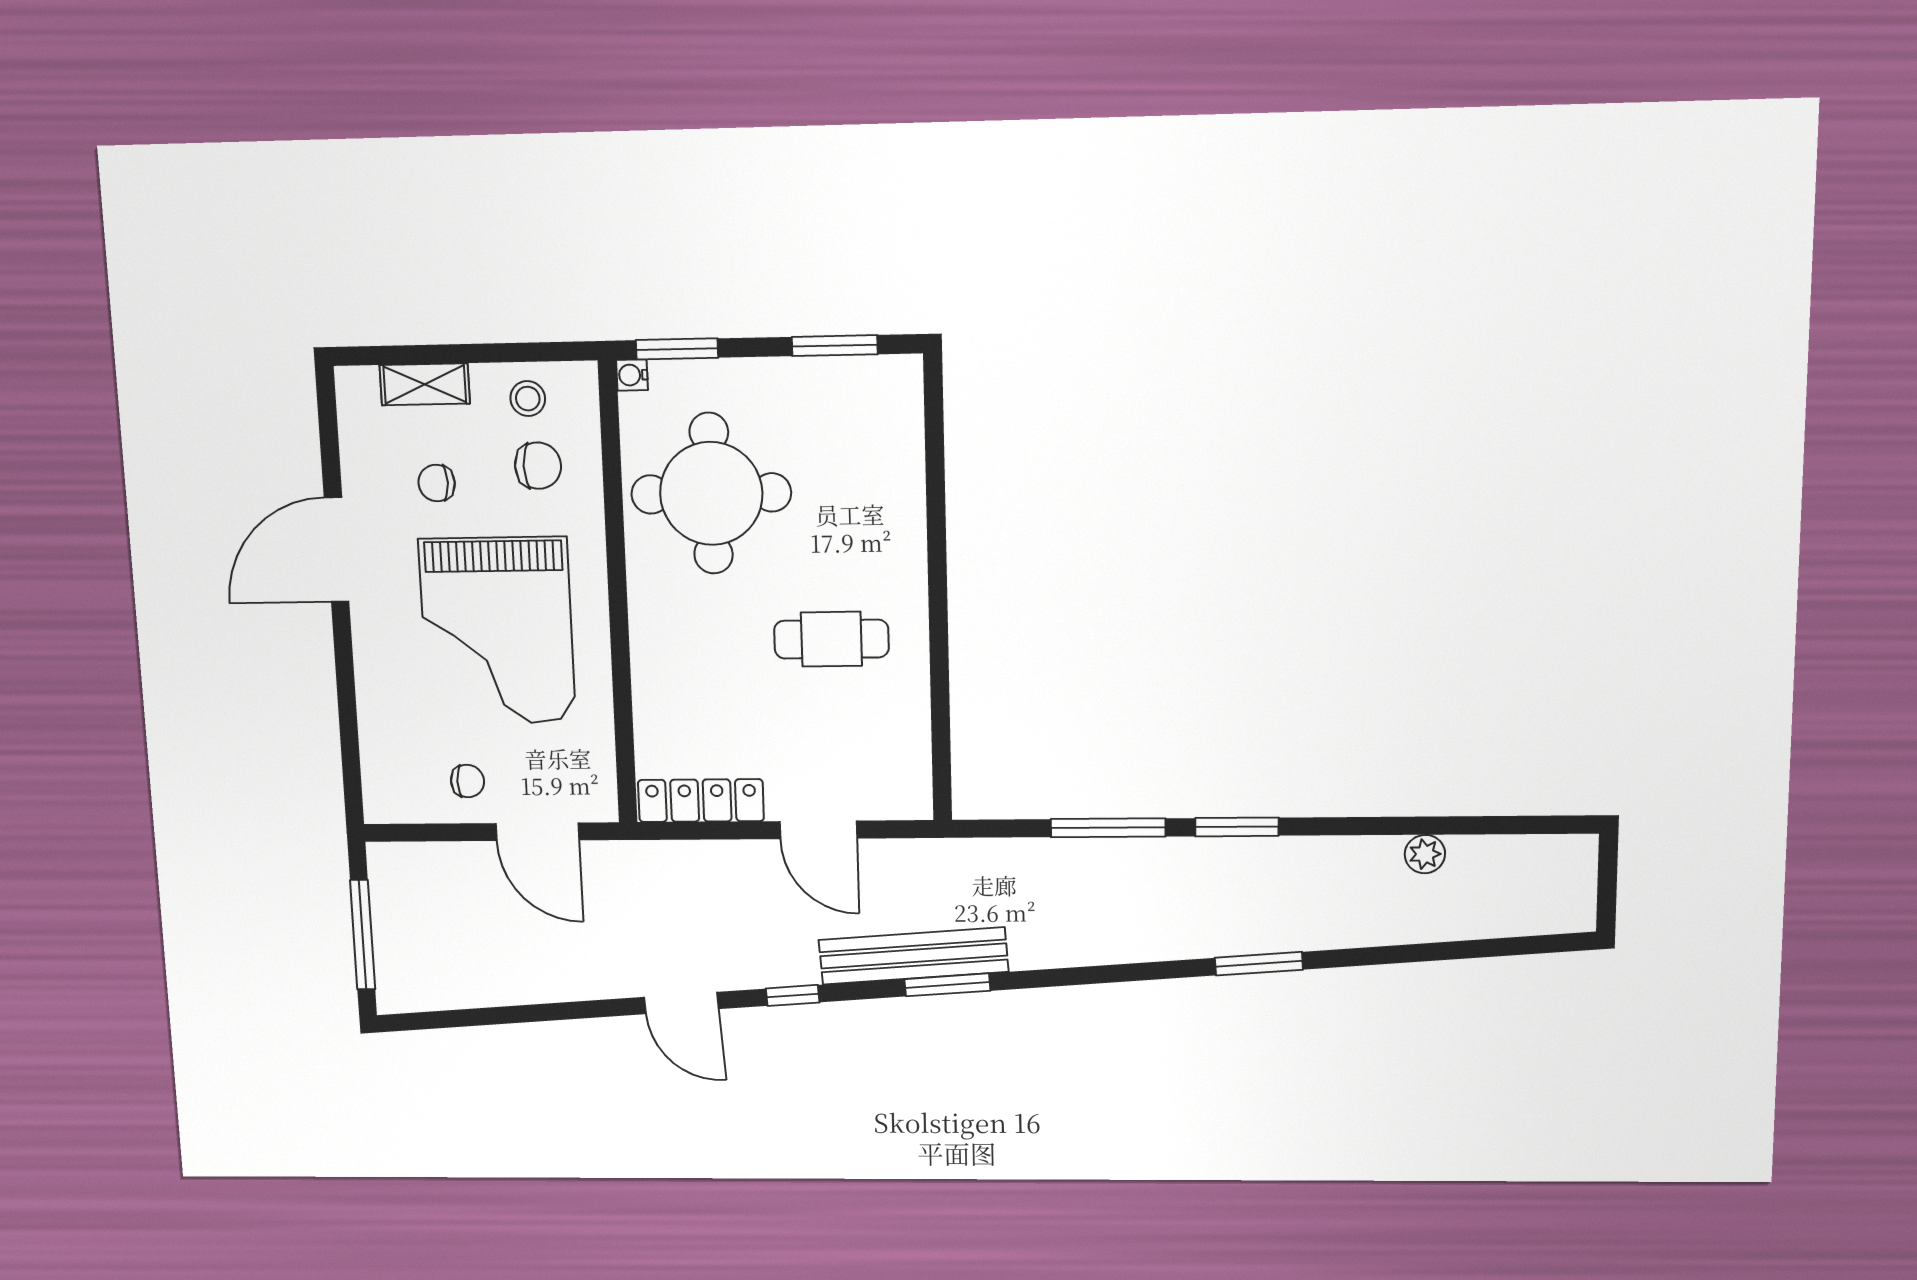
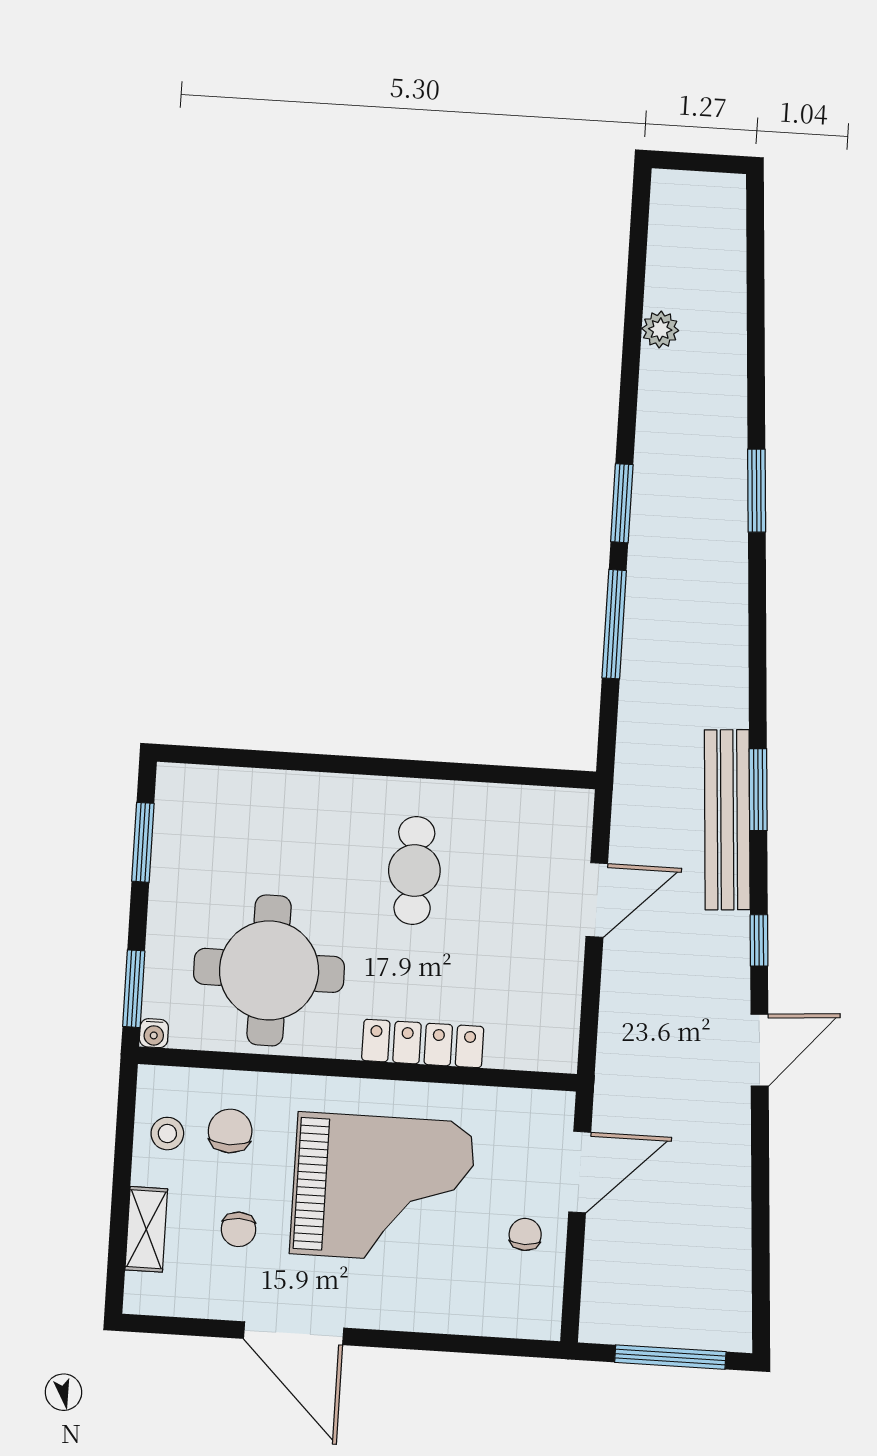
locker: (701, 801) -> (423, 1044), moved, turned 90

